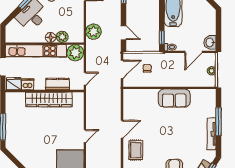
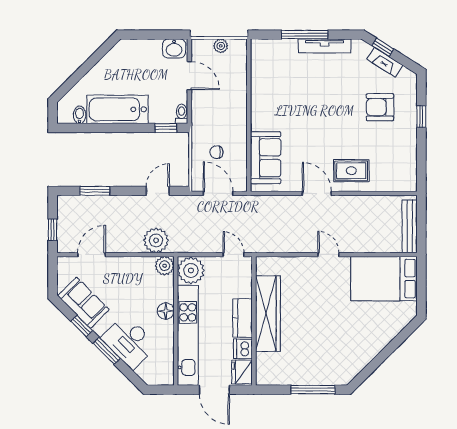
plant: (62, 37) -> (165, 266), moved
kitchen counter: (58, 84) -> (243, 318), moved
sofa: (174, 98) -> (266, 158), moved

